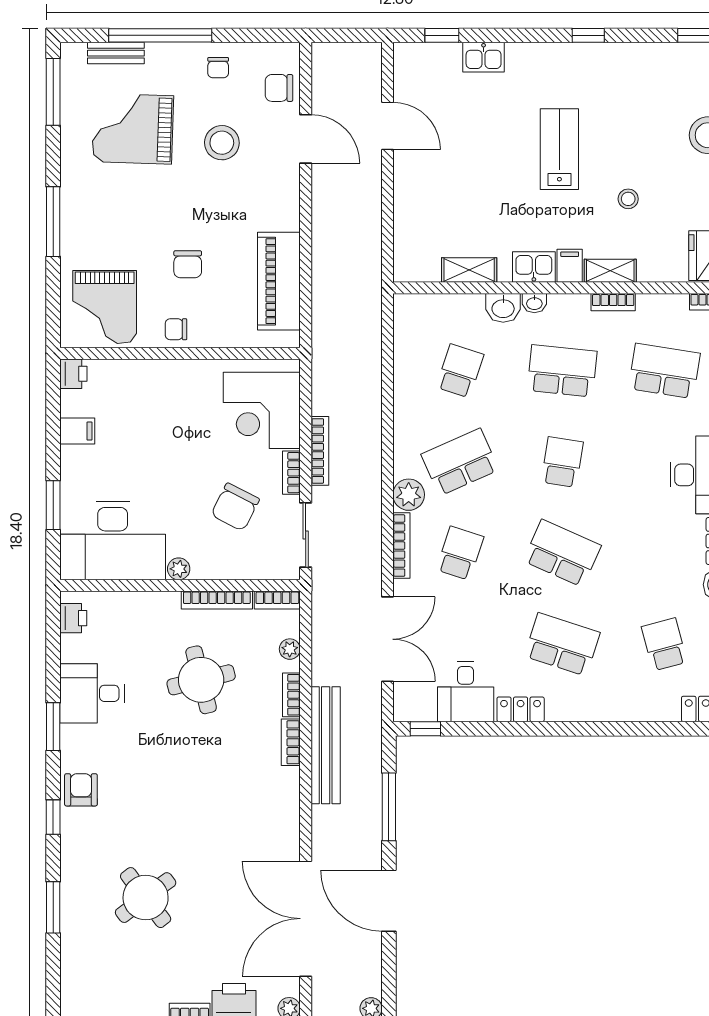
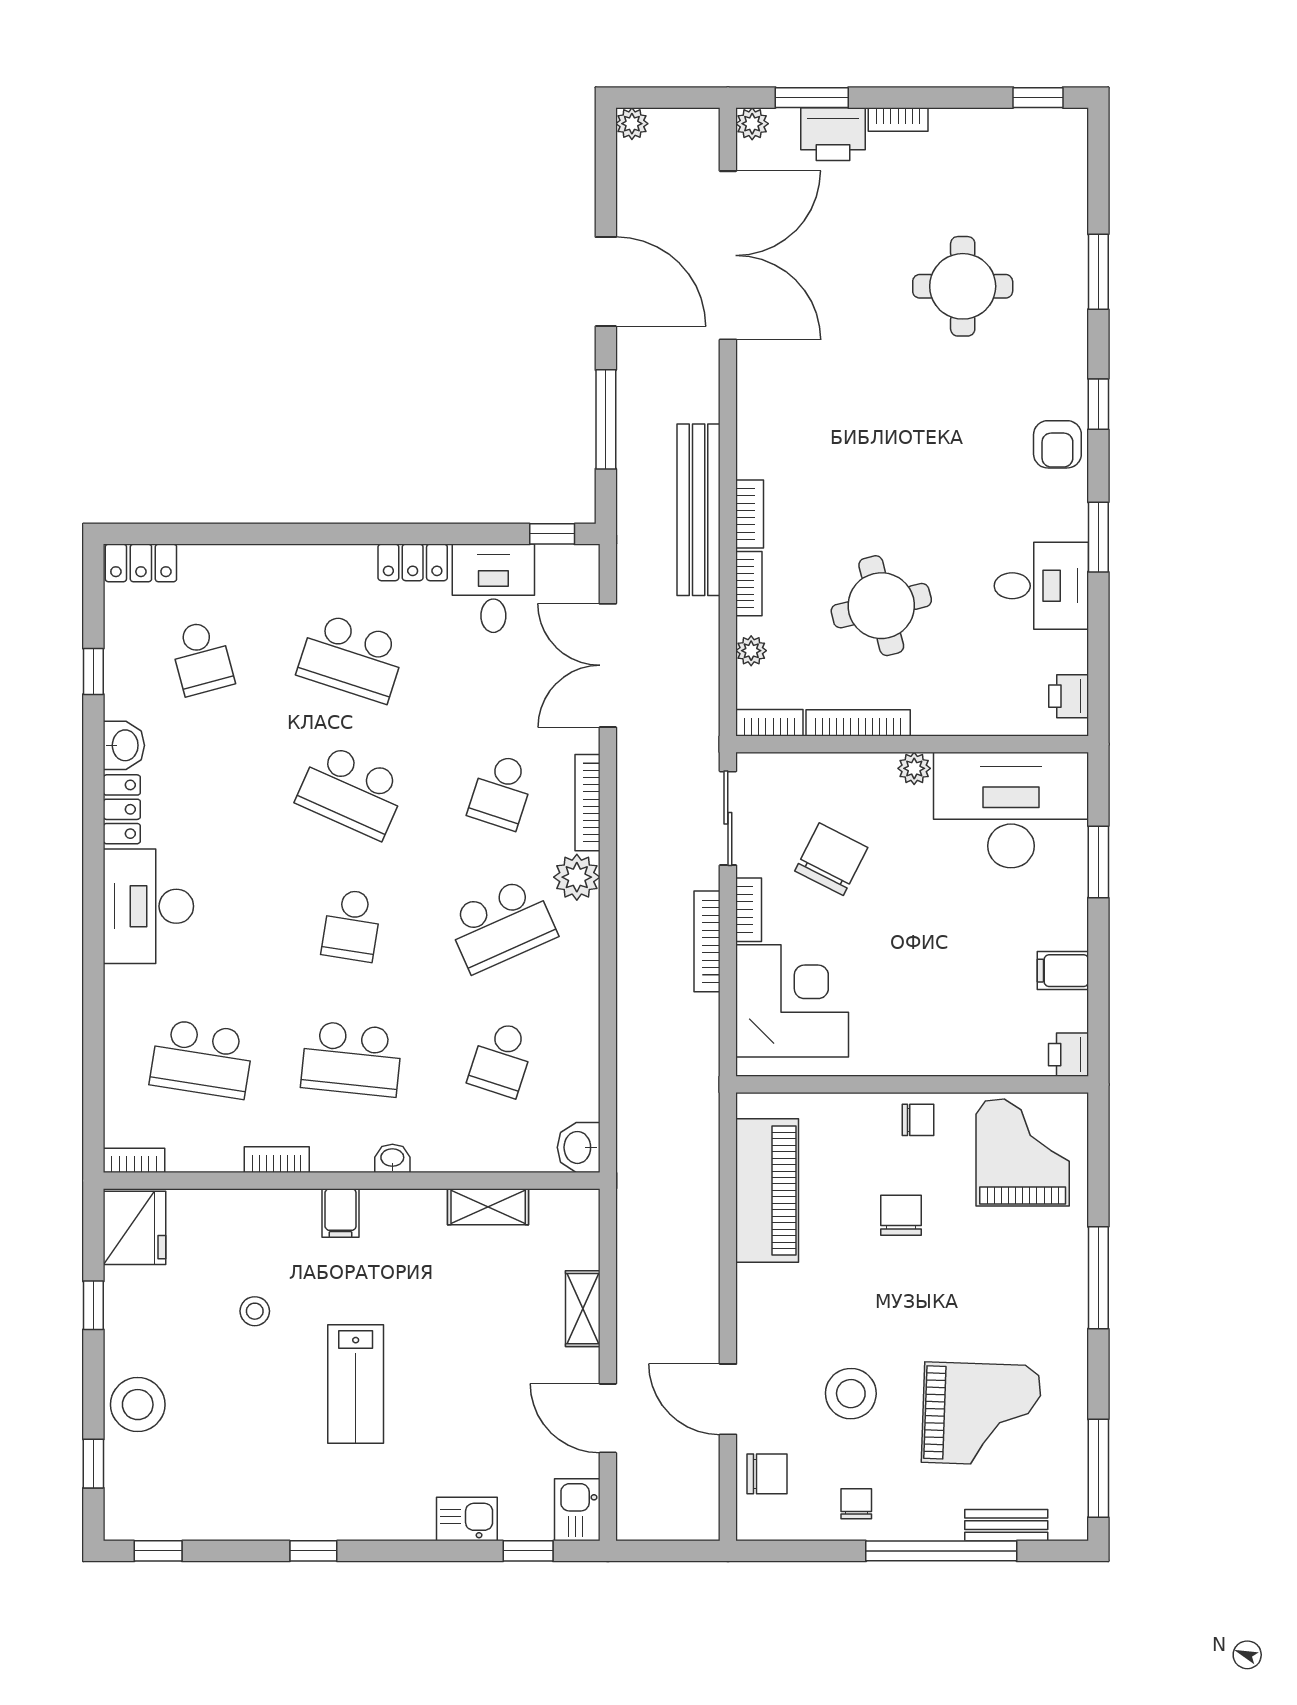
kitchen sink: (534, 267) -> (577, 1510), moved, turned 90
shelving: (610, 271) -> (583, 1309), moved, turned 90
washbasin: (503, 308) -> (579, 1147), moved, turned -90
round table: (146, 898) -> (963, 286), turned 37

